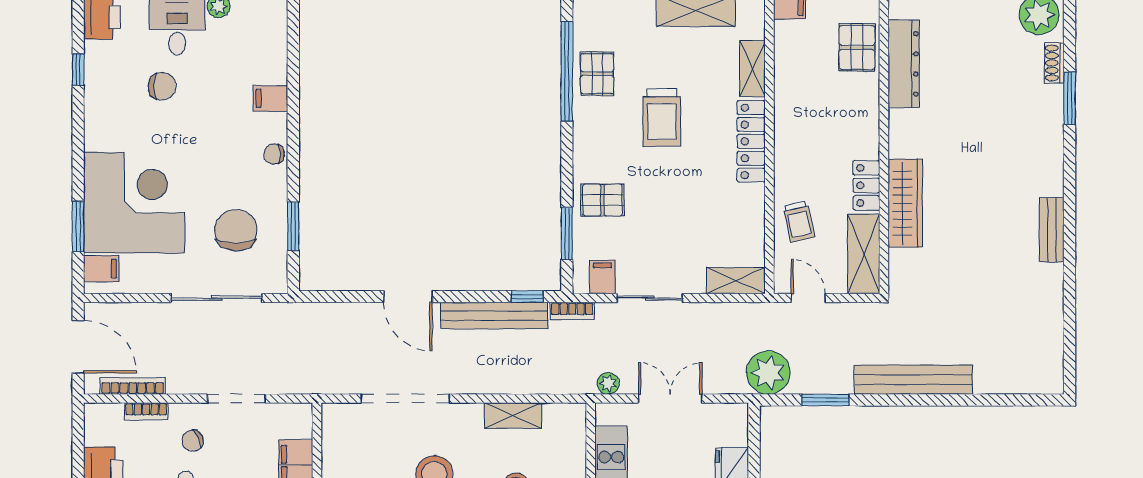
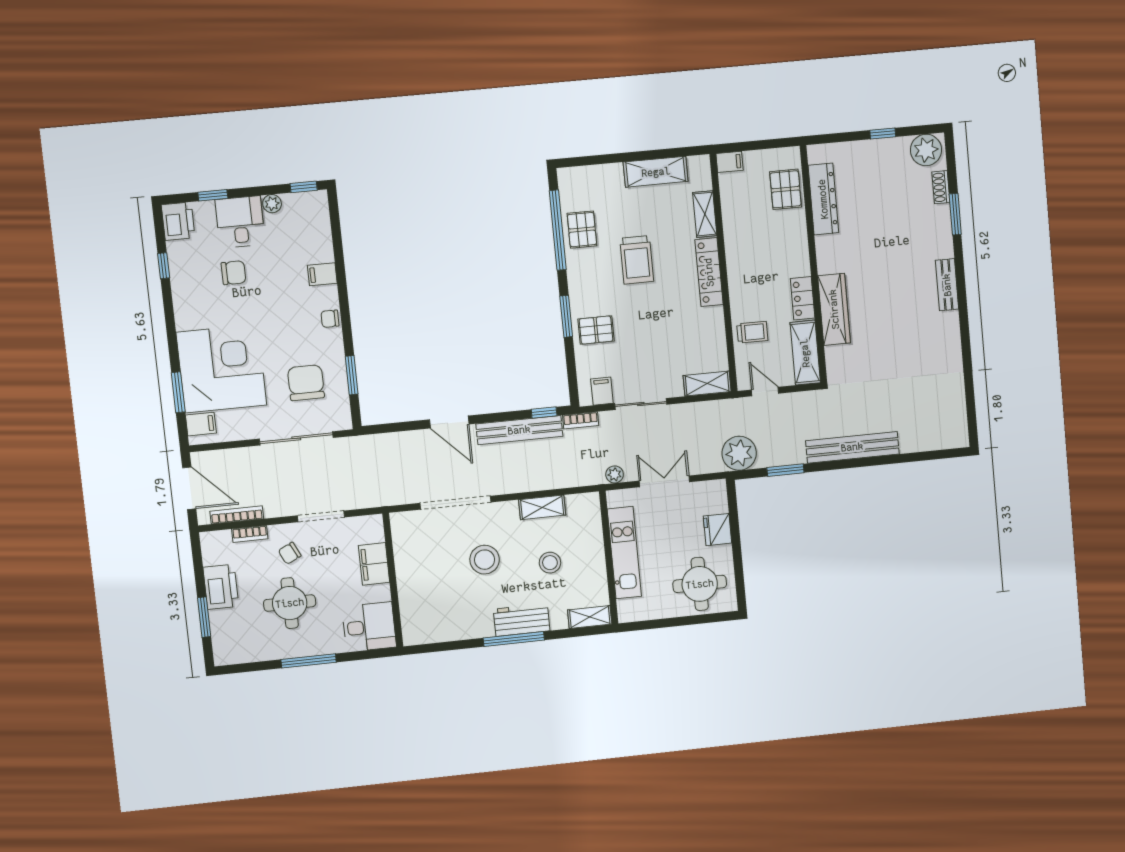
trolley: (799, 222) -> (752, 332), turned -77
bench: (1052, 230) -> (947, 285), moved
window: (567, 233) -> (566, 316), moved

